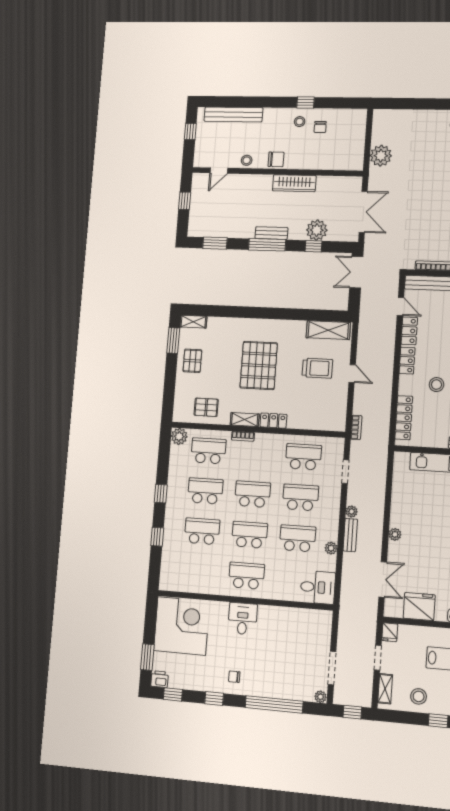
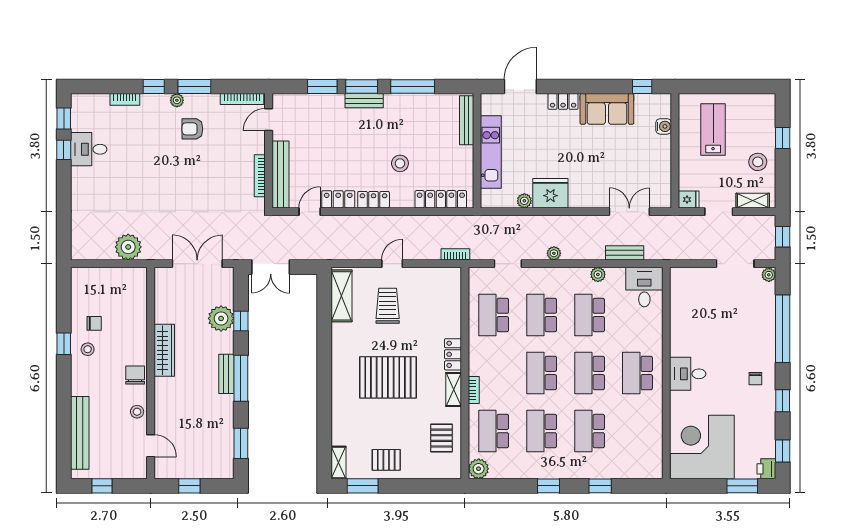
plant: (395, 534) -> (524, 201), moved
bench: (350, 535) -> (625, 253), moved
fridge: (419, 606) -> (550, 193), moved, turned 90

